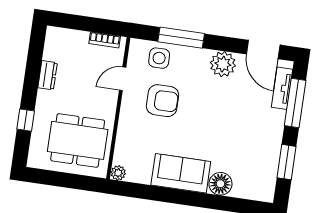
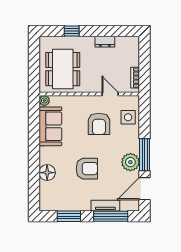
window: (181, 38) -> (145, 155), moved
tv unit: (282, 88) -> (105, 206), moved
armchair: (223, 127) -> (87, 169), added
sofa: (181, 173) -> (50, 126), moved

